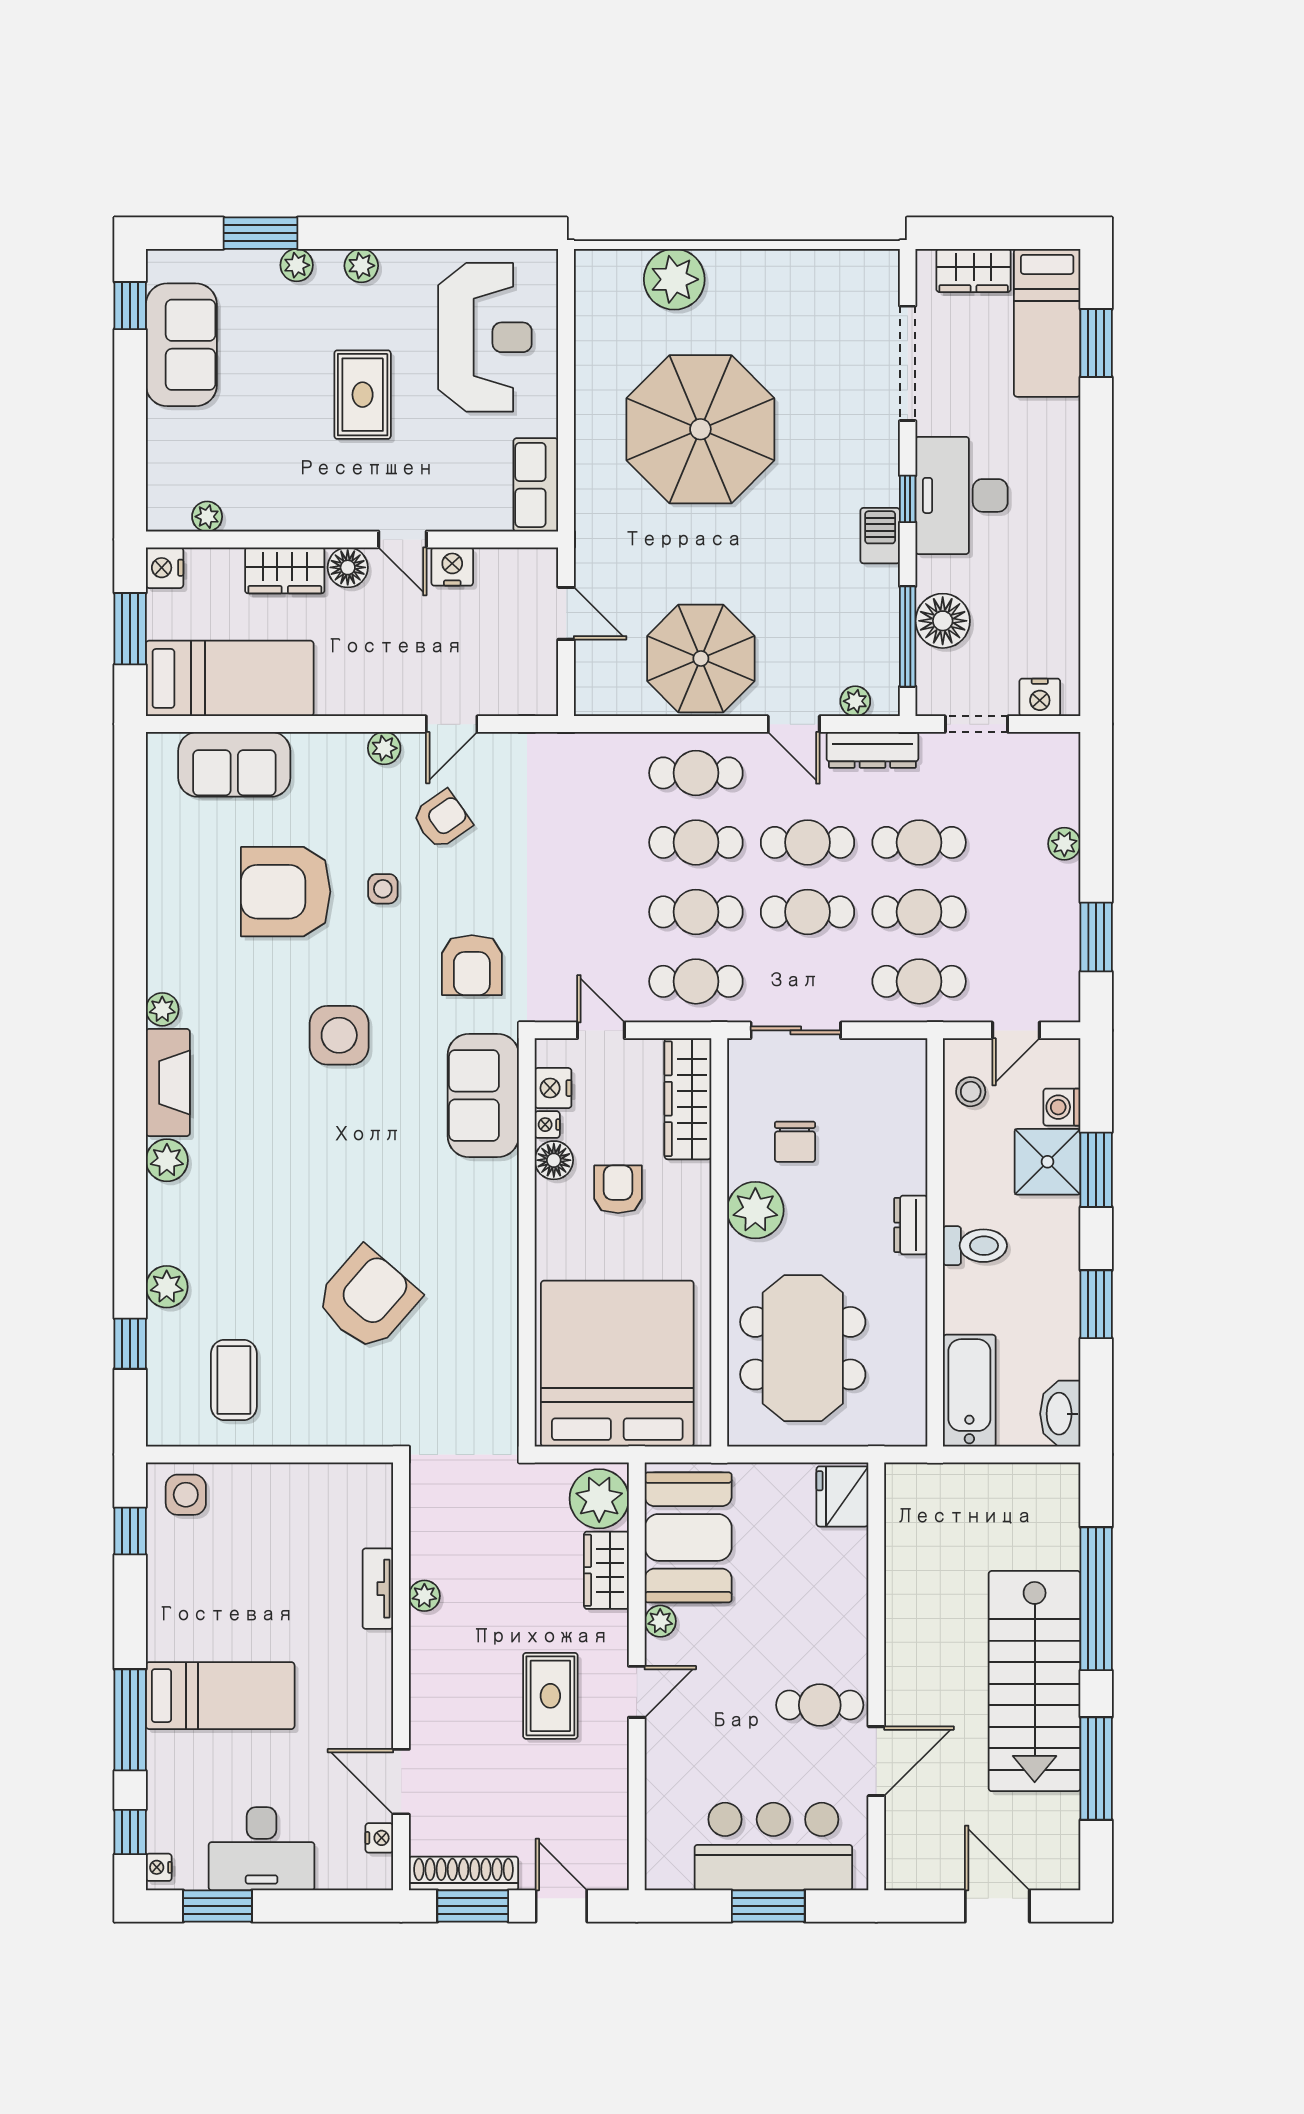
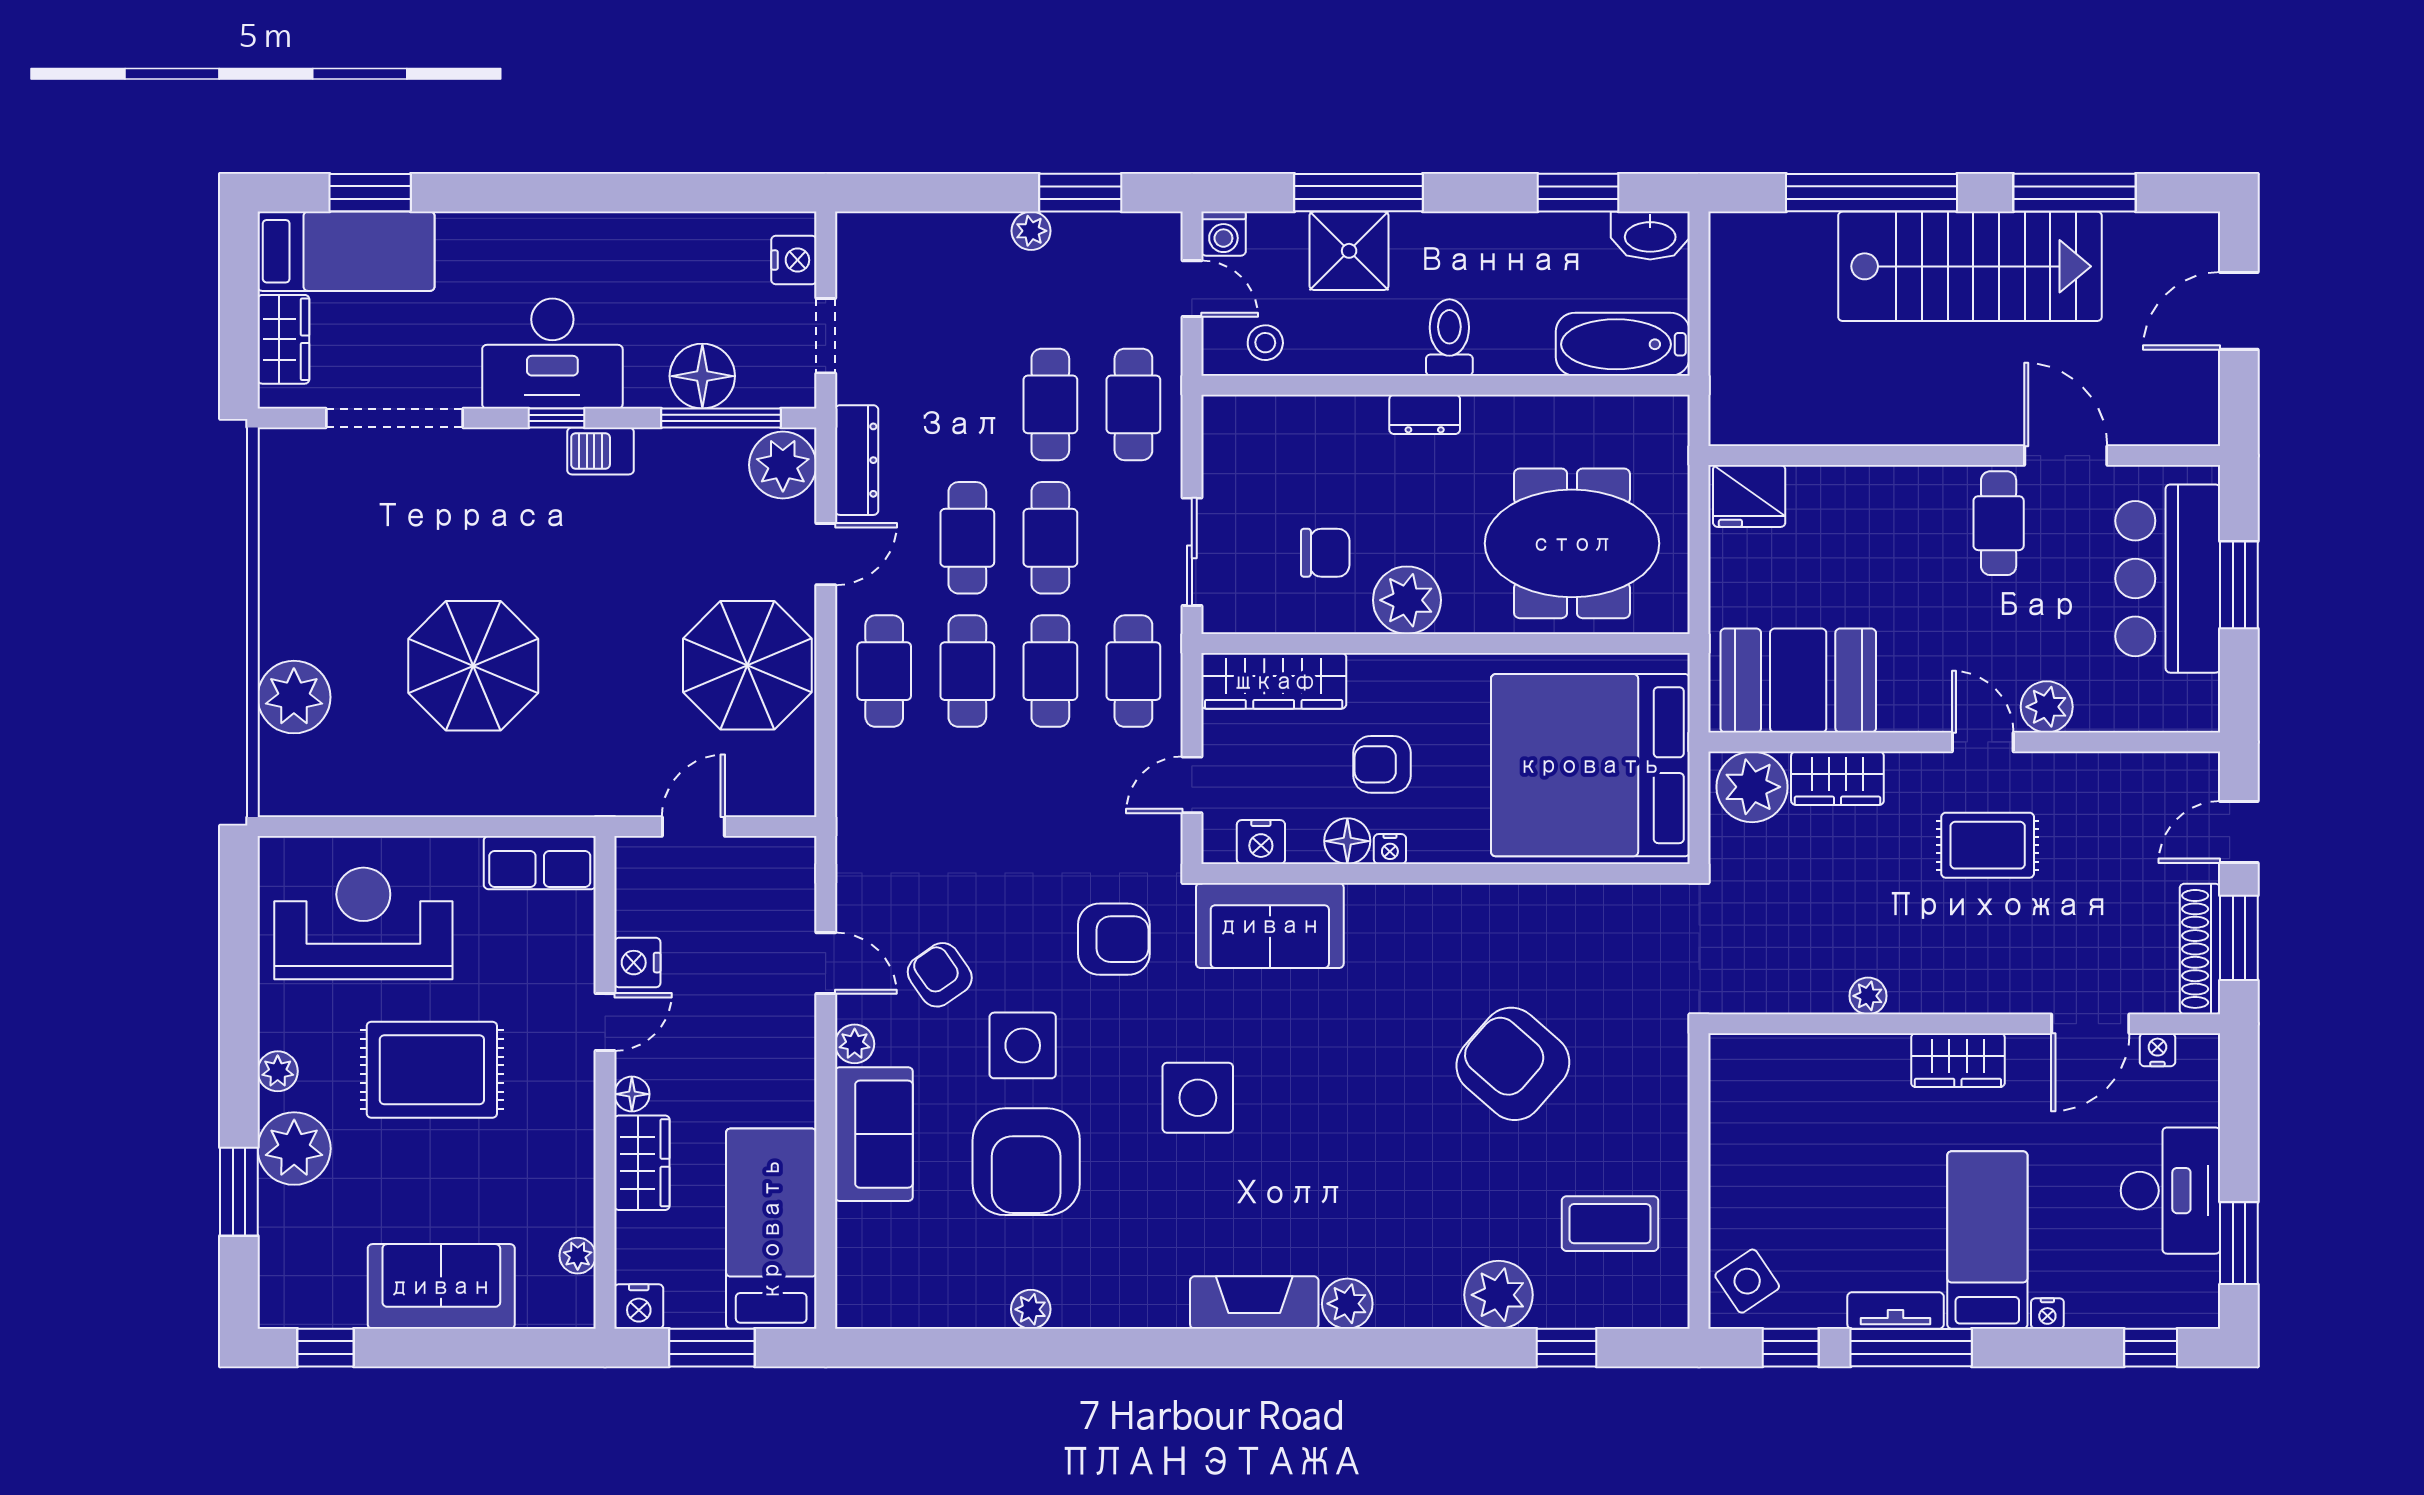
plant: (297, 265) -> (294, 1149), width x1.88, depth x1.88
sofa: (181, 345) -> (441, 1286), moved
rug: (363, 395) -> (432, 1070), width x1.36, depth x1.43
parasol: (700, 429) -> (473, 666), width x0.73, depth x0.73
floor lamp: (348, 567) -> (632, 1094), width x0.73, depth x0.73
plant: (855, 701) -> (783, 465), width x1.88, depth x1.88
sofa: (234, 764) -> (874, 1134), moved
cafe table: (919, 842) -> (967, 404), removed
plant: (1064, 844) -> (1031, 231), moved
side table: (383, 889) -> (1023, 1045), width x1.87, depth x1.87
plant: (162, 1009) -> (1031, 1309), moved
washing machine: (1062, 1107) -> (1223, 234), moved
nightstand: (547, 1125) -> (1390, 849), moved
window: (1096, 1170) -> (1359, 193), width x1.44
plant: (167, 1287) -> (1499, 1295), width x1.36, depth x1.36
window: (1096, 1304) -> (1578, 193), moved
side table: (186, 1495) -> (1747, 1281), turned -34
tv unit: (378, 1589) -> (1896, 1311), moved, turned 180
plant: (660, 1621) -> (2047, 707), moved, width x1.38, depth x1.38
wardrobe: (371, 1671) -> (1958, 1060), added
window: (130, 1720) -> (1911, 1348), moved
nightstand: (159, 1867) -> (2047, 1313), moved

